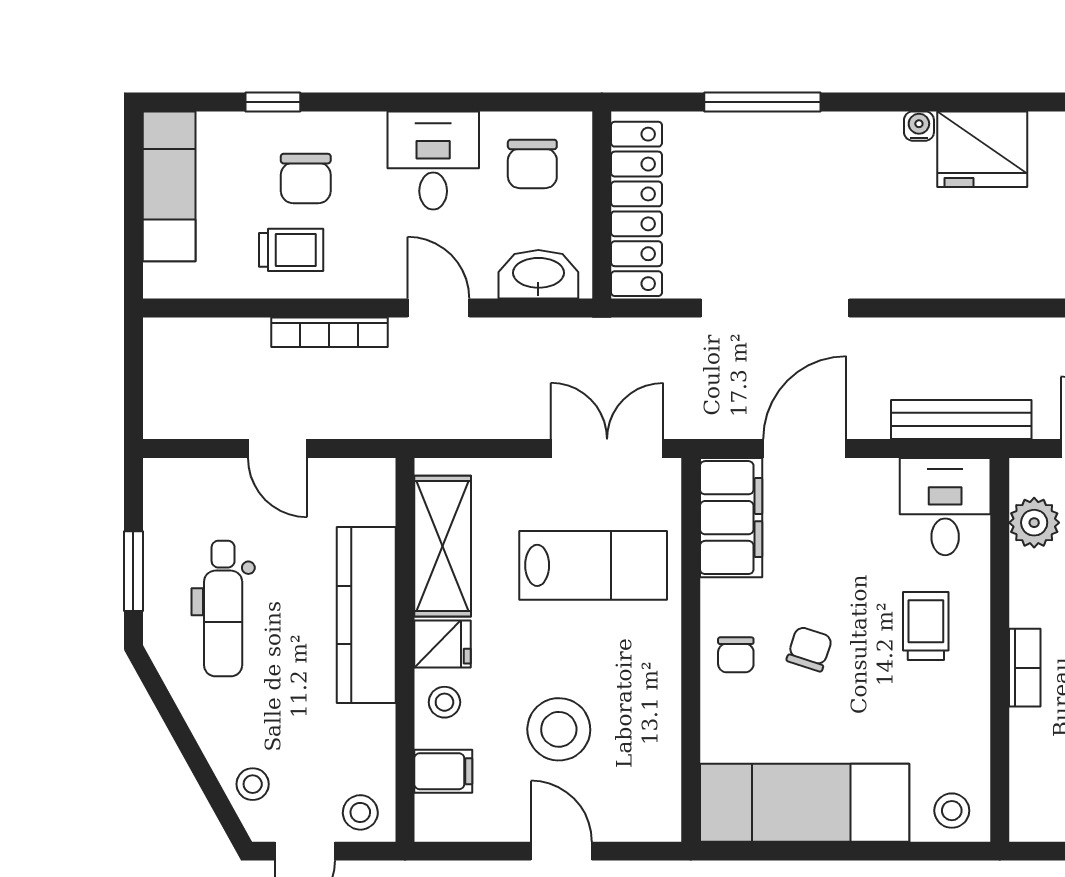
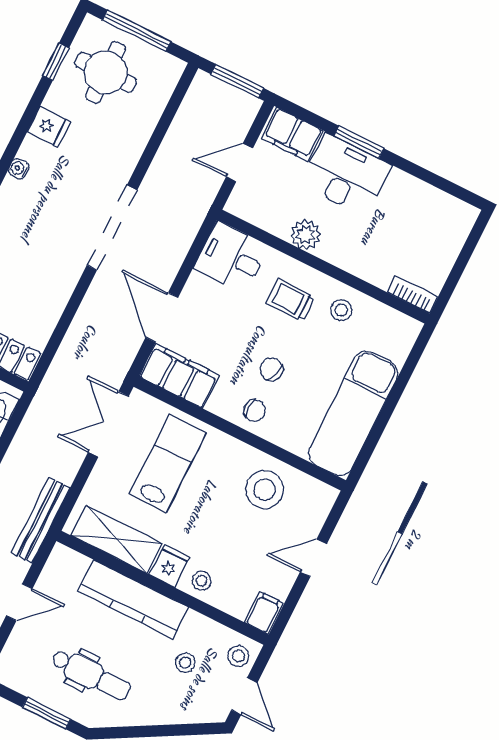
fridge: (982, 149) -> (49, 127), width x0.53, depth x0.75
doorway: (775, 308) -> (112, 228), moved
bench: (961, 419) -> (41, 520), moved
plant: (1034, 523) -> (306, 235), moved
bookcase: (1025, 668) -> (413, 294), moved
stool: (559, 729) -> (265, 489), moved
filing cabinet: (443, 771) -> (264, 613), moved
stool: (253, 784) -> (185, 663), moved
stool: (952, 811) -> (341, 310), moved

